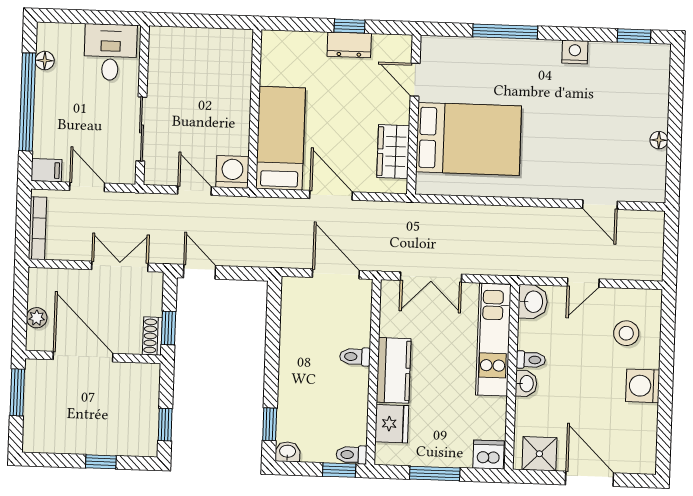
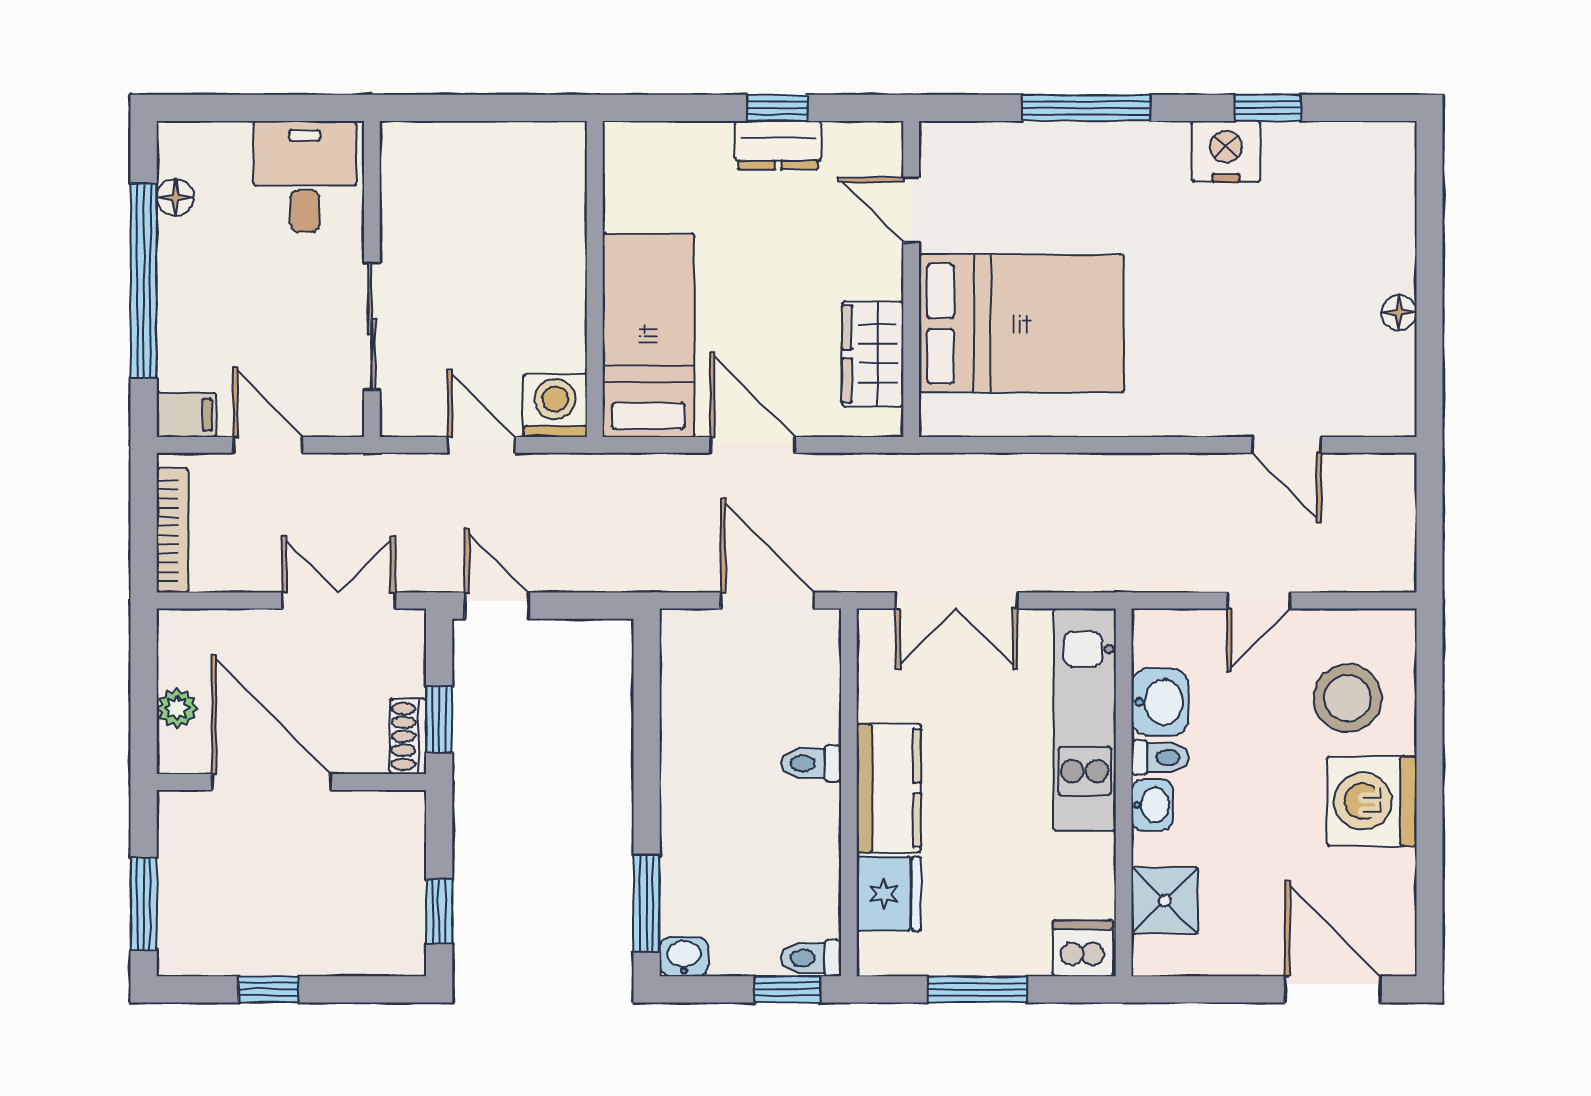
window: (634, 36) -> (1268, 108), moved
nightstand: (575, 52) -> (1226, 151), width x1.36, depth x1.33
washbasin: (533, 302) -> (1160, 702), moved
stool: (626, 333) -> (1348, 698), width x1.38, depth x1.38
washing machine: (643, 386) -> (1372, 801), width x1.37, depth x1.37
window: (17, 392) -> (144, 904), moved
window: (270, 424) -> (647, 903), width x1.50
shower: (539, 454) -> (1165, 901), moved
window: (101, 462) -> (269, 989), moved
door: (590, 479) -> (1333, 989), moved

